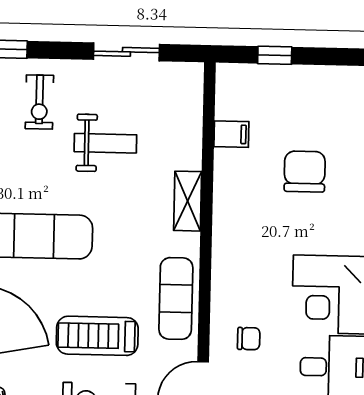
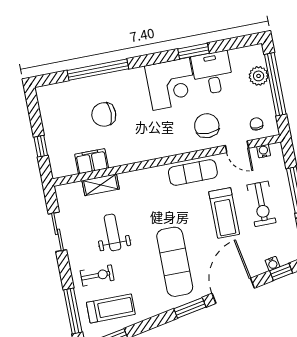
filing cabinet: (231, 134) -> (92, 161), width x2.00
shelving: (188, 201) -> (101, 185), moved
chair: (249, 339) -> (207, 126), width x1.87, depth x1.87

